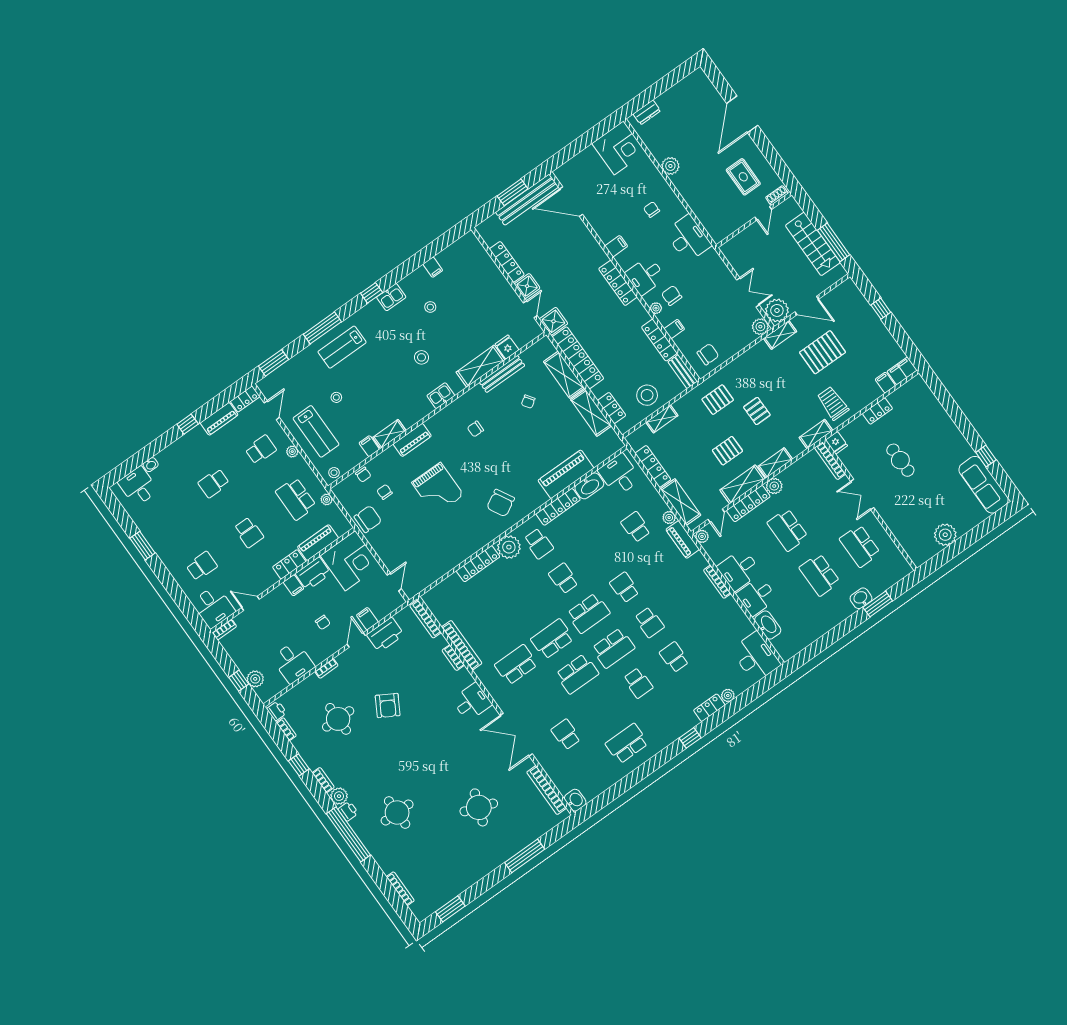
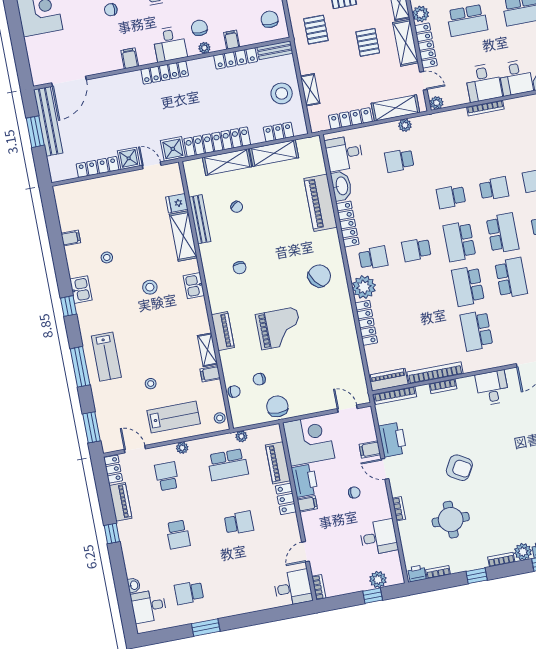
chair: (672, 296) -> (199, 28), turned 90
chair: (501, 503) -> (319, 276), turned -97
piano: (683, 539) -> (388, 380), moved, turned 180
school desk: (202, 566) -> (189, 593), moved, turned -90
school desk: (588, 613) -> (459, 241), turned 180

